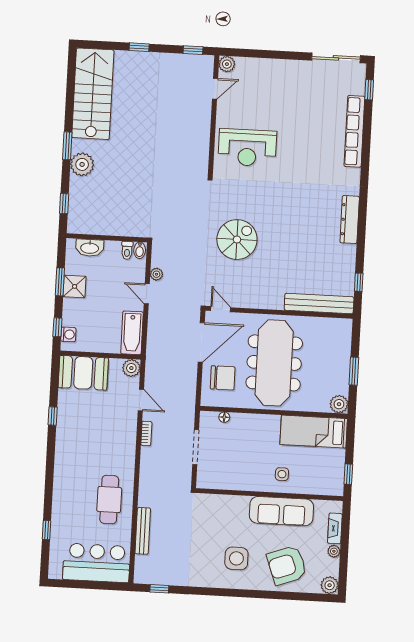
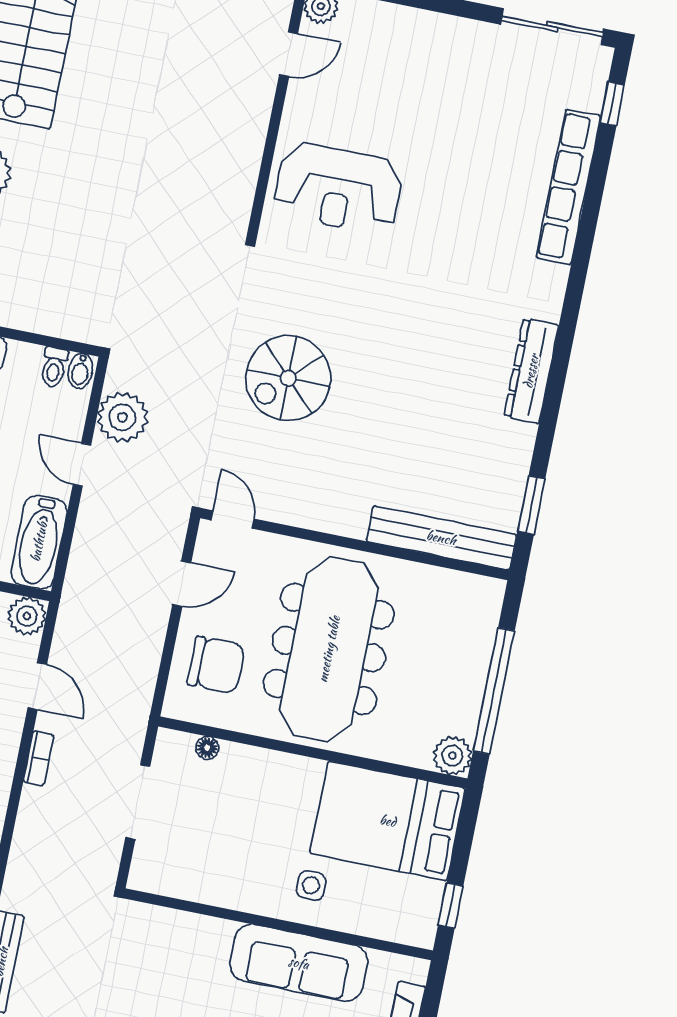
spiral stairs: (237, 240) -> (288, 378), turned 180
plant: (156, 274) -> (122, 417), width x1.88, depth x1.88
window: (359, 282) -> (531, 505), width x1.50
door: (201, 342) -> (182, 584), width x0.53
window: (354, 371) -> (494, 691), width x2.11
bed: (314, 432) -> (388, 821), width x1.50

